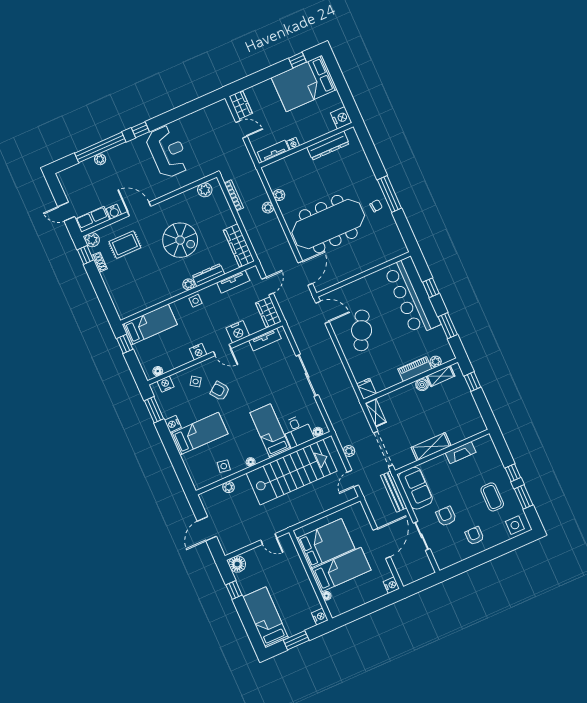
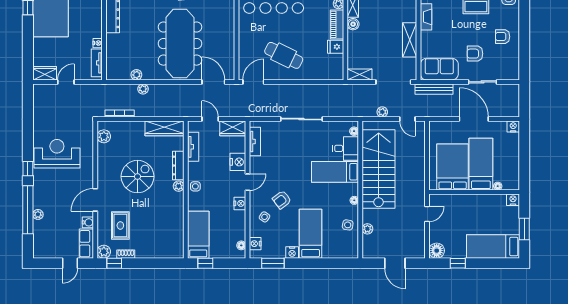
fridge: (366, 389) -> (336, 47), moved

